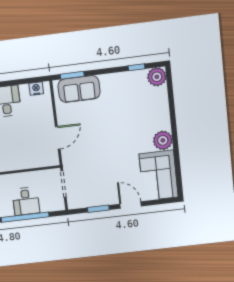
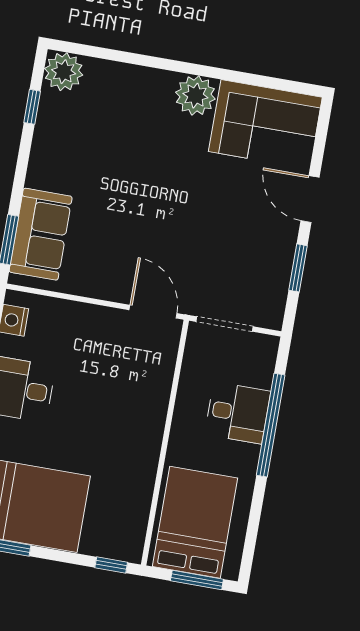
door: (58, 138) -> (153, 312), moved
door: (131, 205) -> (310, 199), hinge flipped

